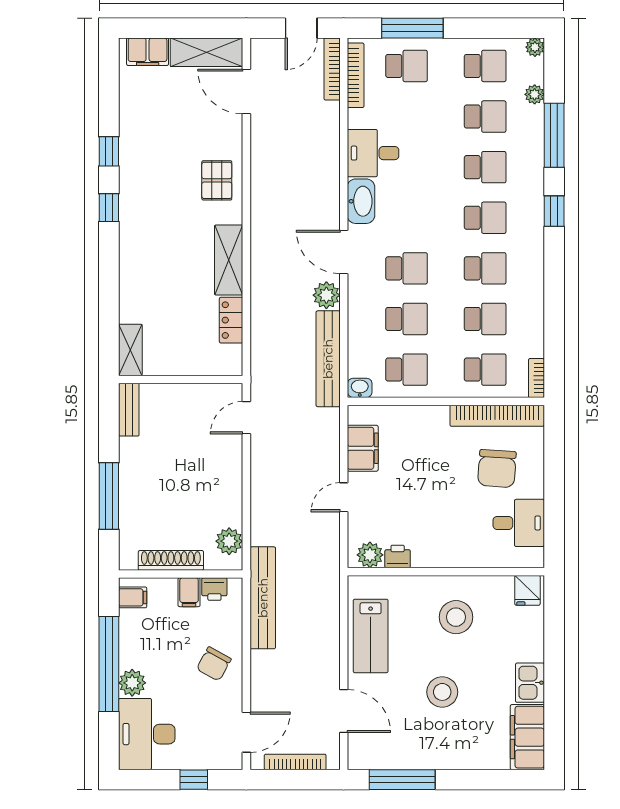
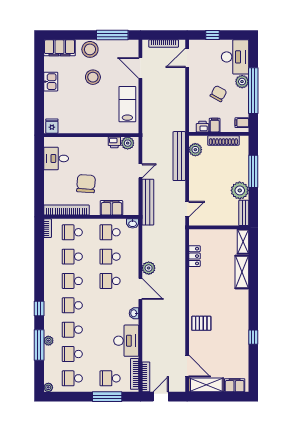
plant: (535, 94) -> (48, 341), moved
desk: (373, 153) -> (126, 341), width x1.37
pallet: (217, 180) -> (201, 323), turned 90
washbasin: (361, 201) -> (134, 313), width x0.52, depth x0.69
window: (109, 208) -> (253, 310), removed
shelving: (229, 260) -> (242, 272), moved
bench: (328, 359) -> (148, 202), moved
filing cabinet: (363, 448) -> (111, 208), moved, turned 90
plant: (137, 456) -> (240, 190), added
chair: (497, 469) -> (86, 184), moved
bench: (263, 598) -> (179, 156), moved
stool: (456, 617) -> (90, 49), moved
chair: (214, 664) -> (218, 94), moved
filing cabinet: (527, 737) -> (60, 48), moved, turned 90

